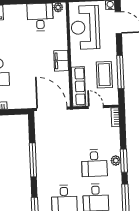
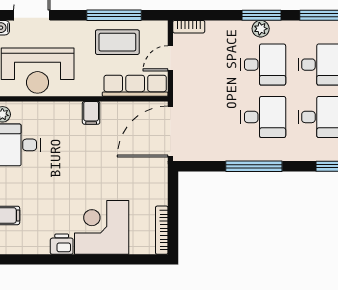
filing cabinet: (61, 61) -> (91, 113), width x0.50
desk: (63, 164) -> (263, 117), added

